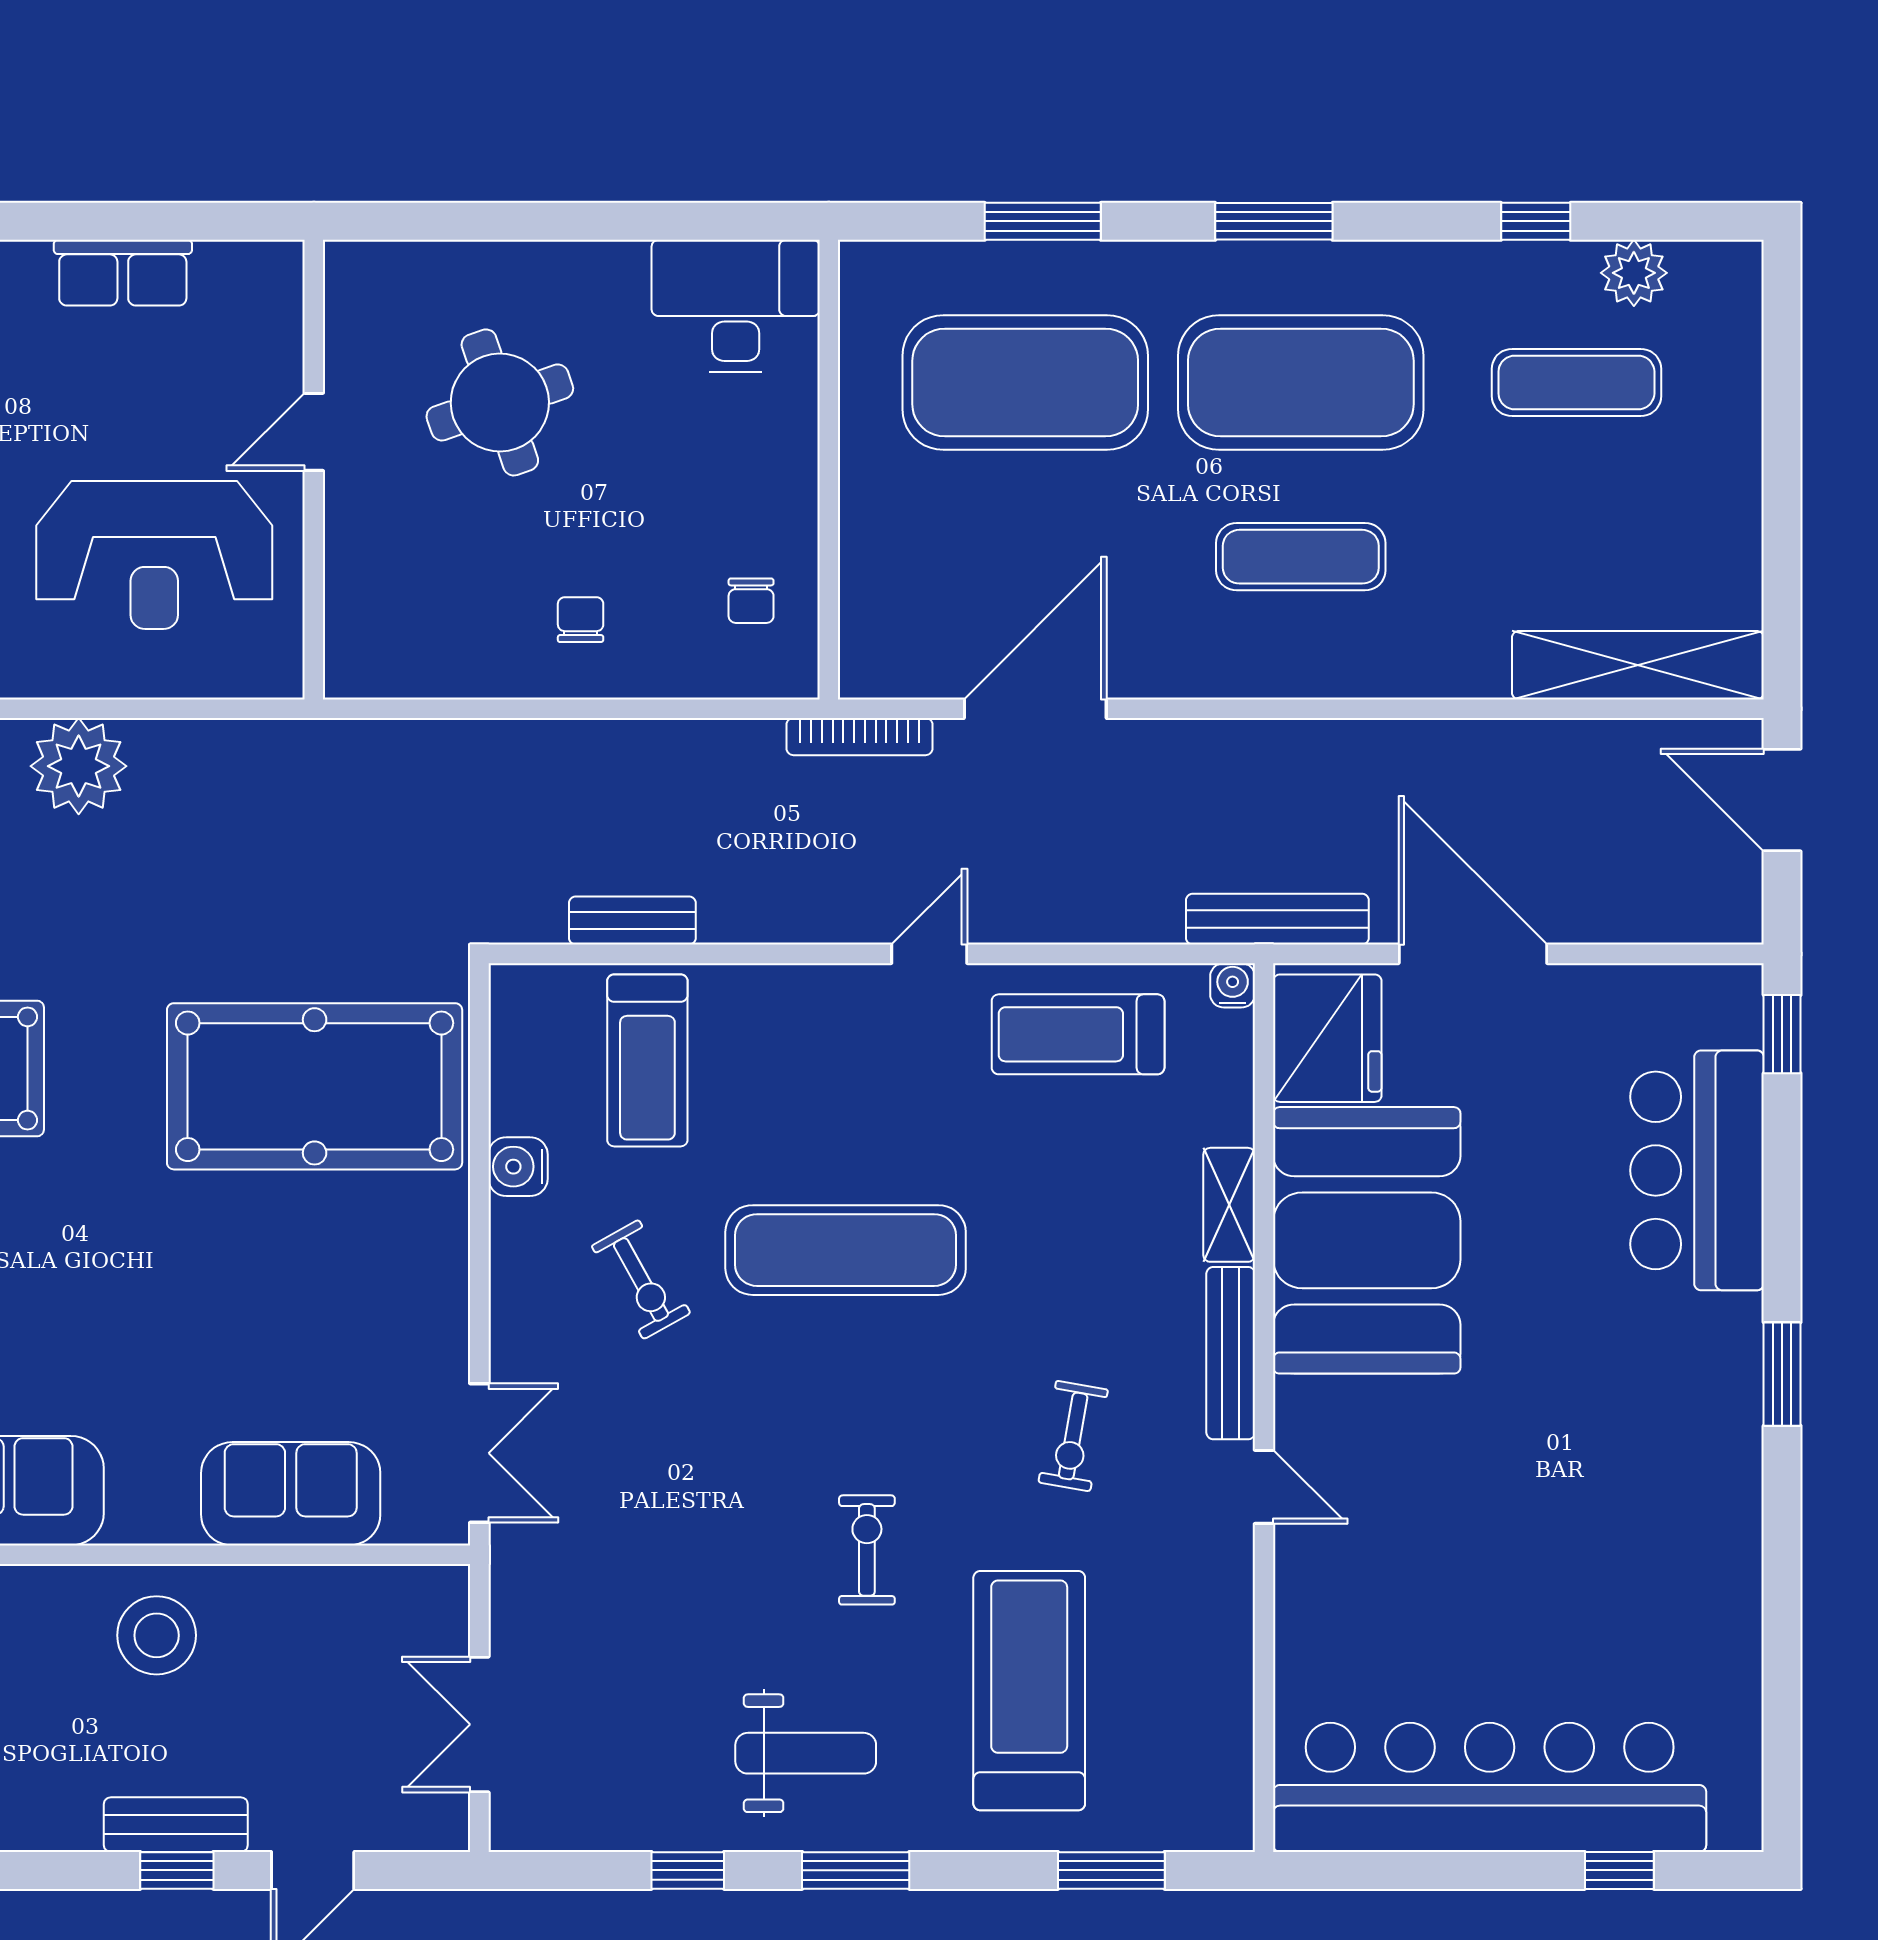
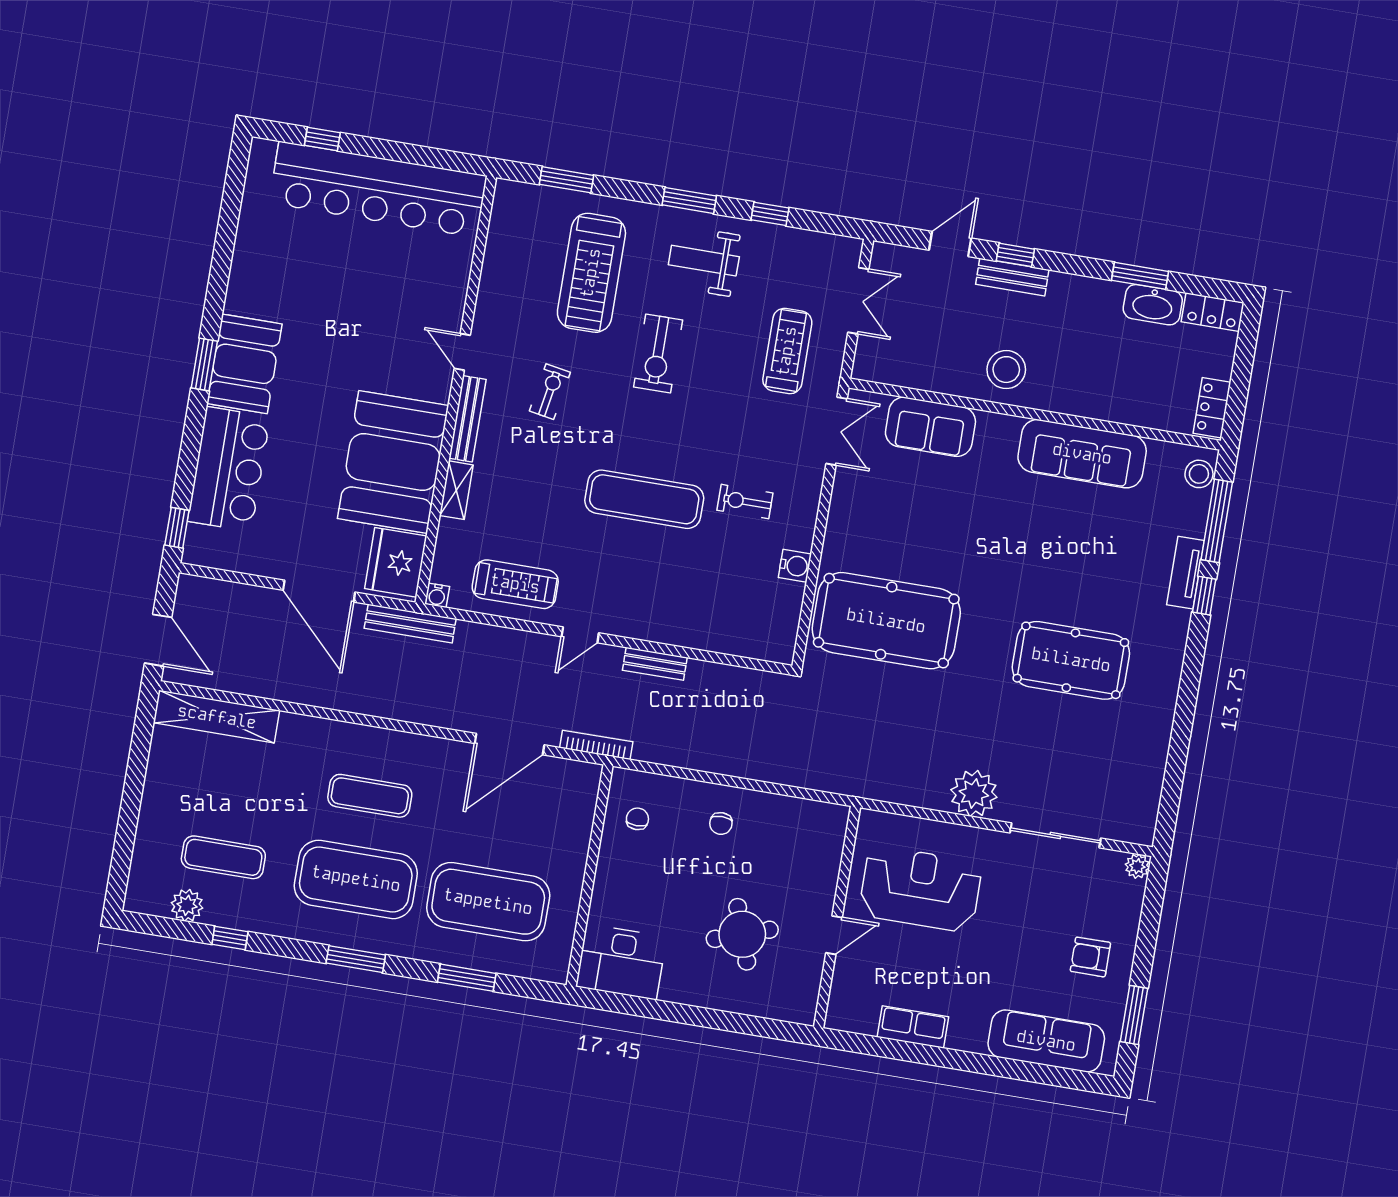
bench: (632, 921) -> (655, 664), moved
treadmill: (647, 1060) -> (787, 351), moved
exercise bike: (641, 1280) -> (745, 502), turned -61
booth: (1701, 1389) -> (244, 364), added
double door: (479, 1453) -> (837, 431), swing flipped
exercise bike: (867, 1550) -> (658, 353), width x1.38, depth x1.39

